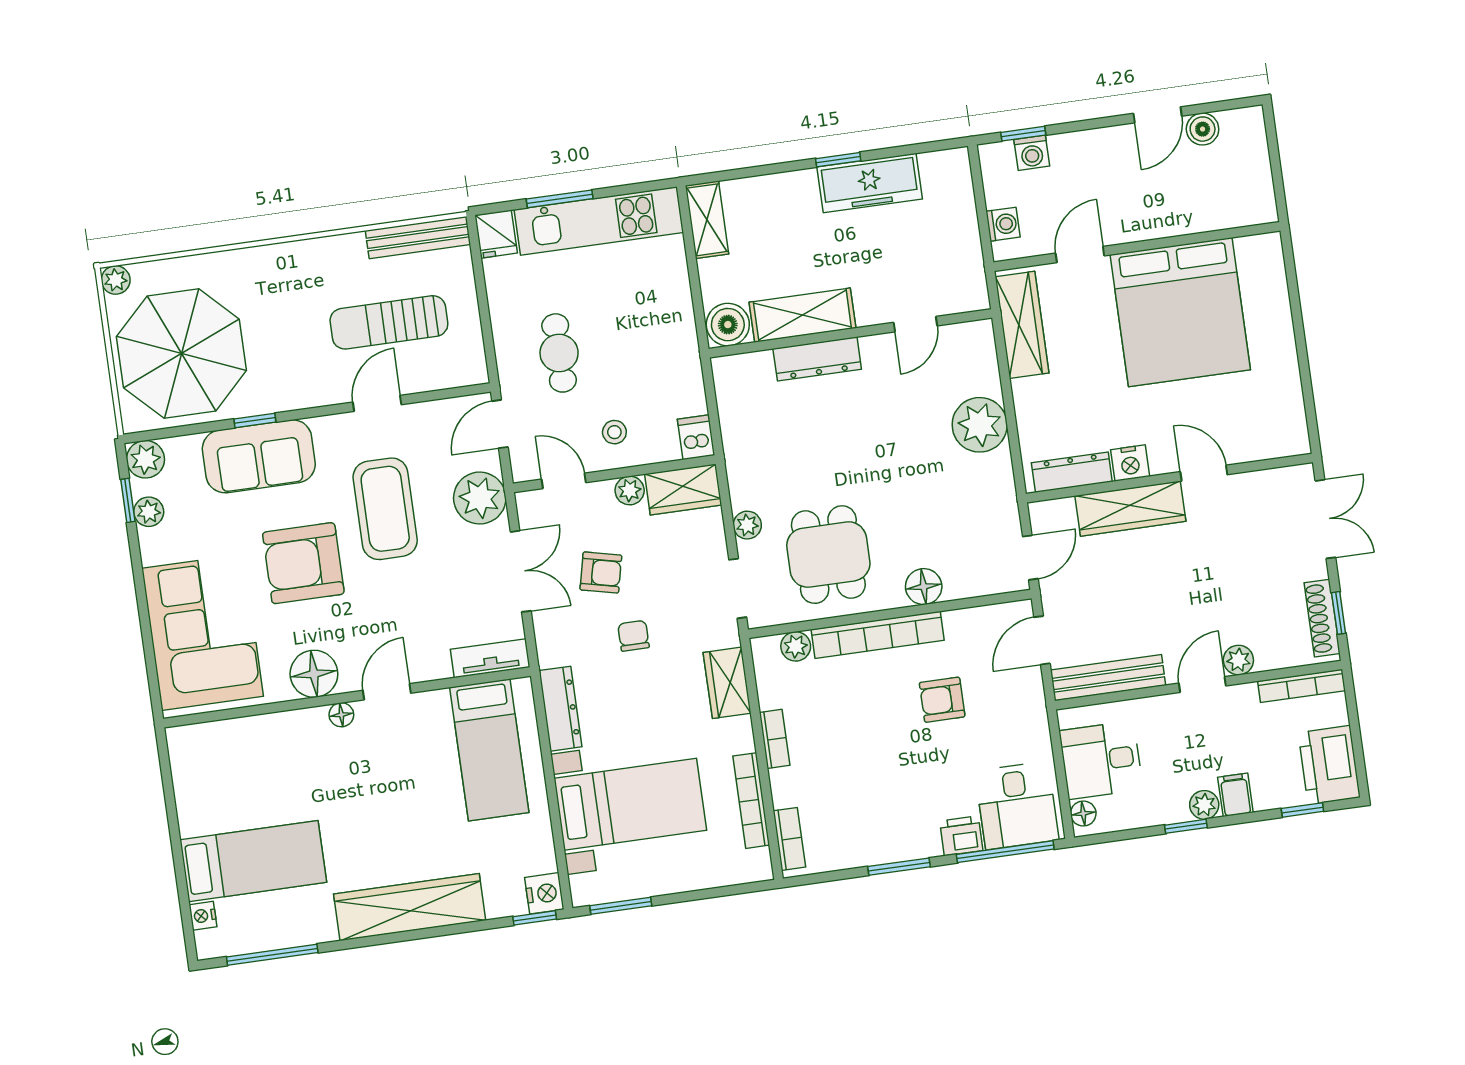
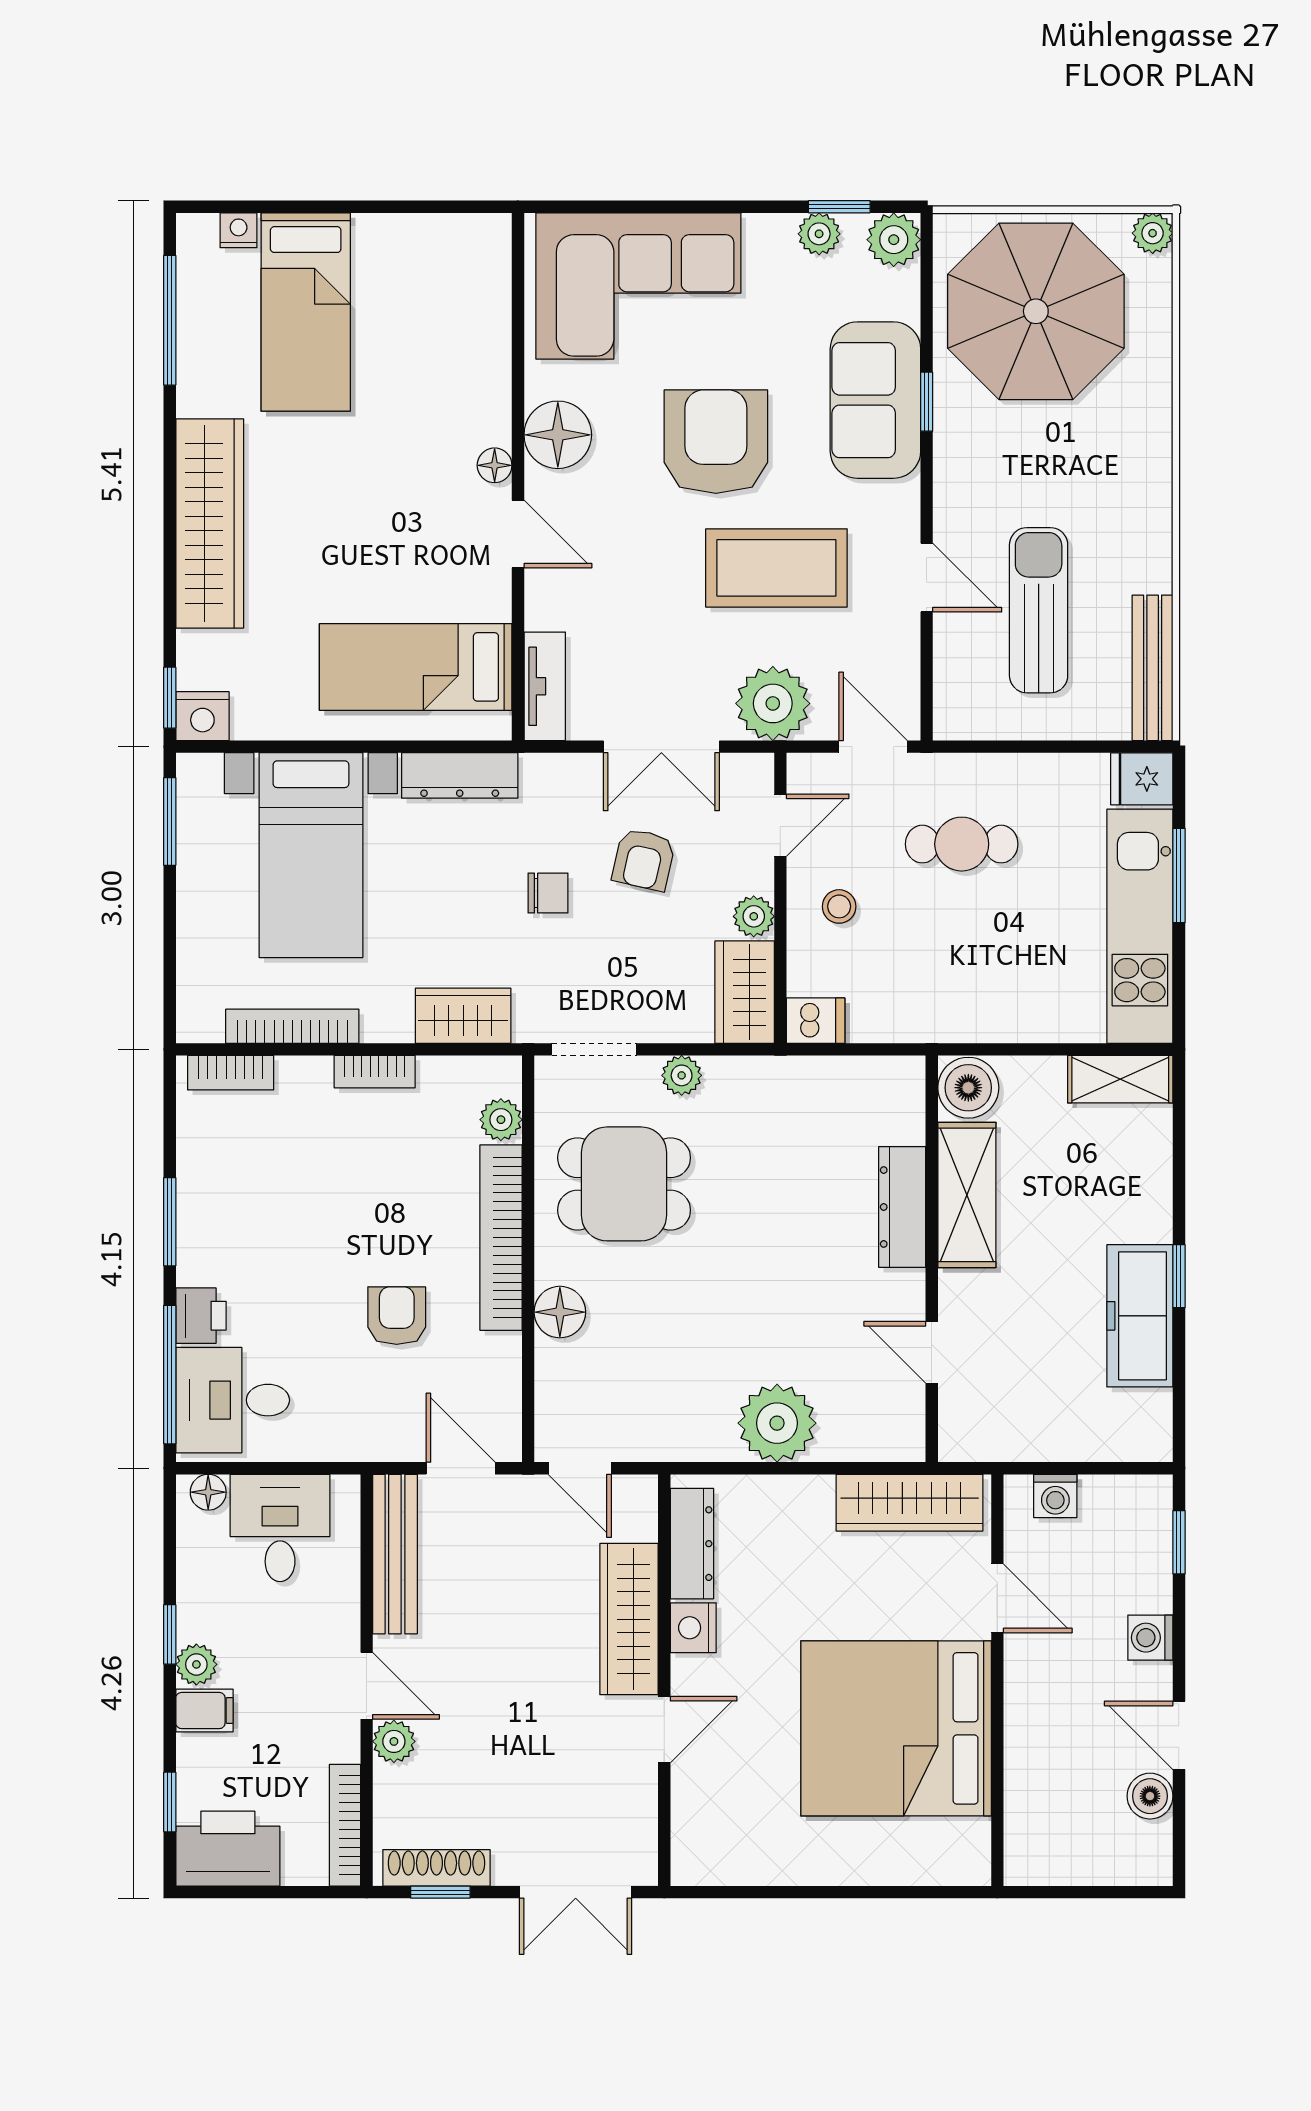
washing machine: (1032, 153) -> (1150, 1638), moved

